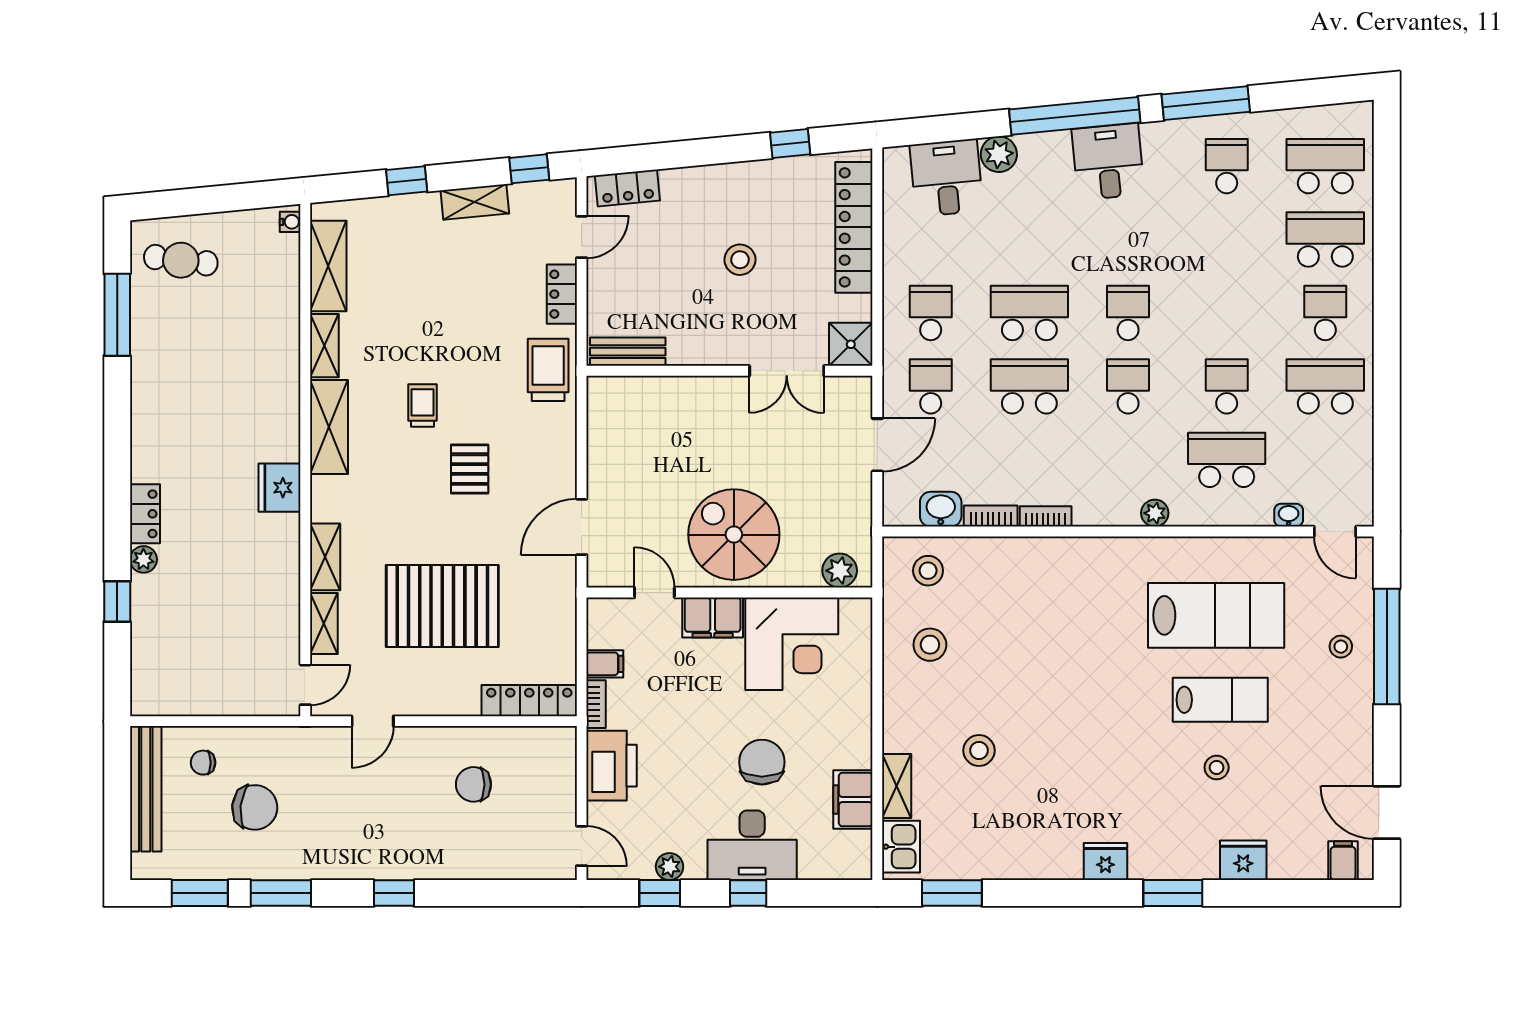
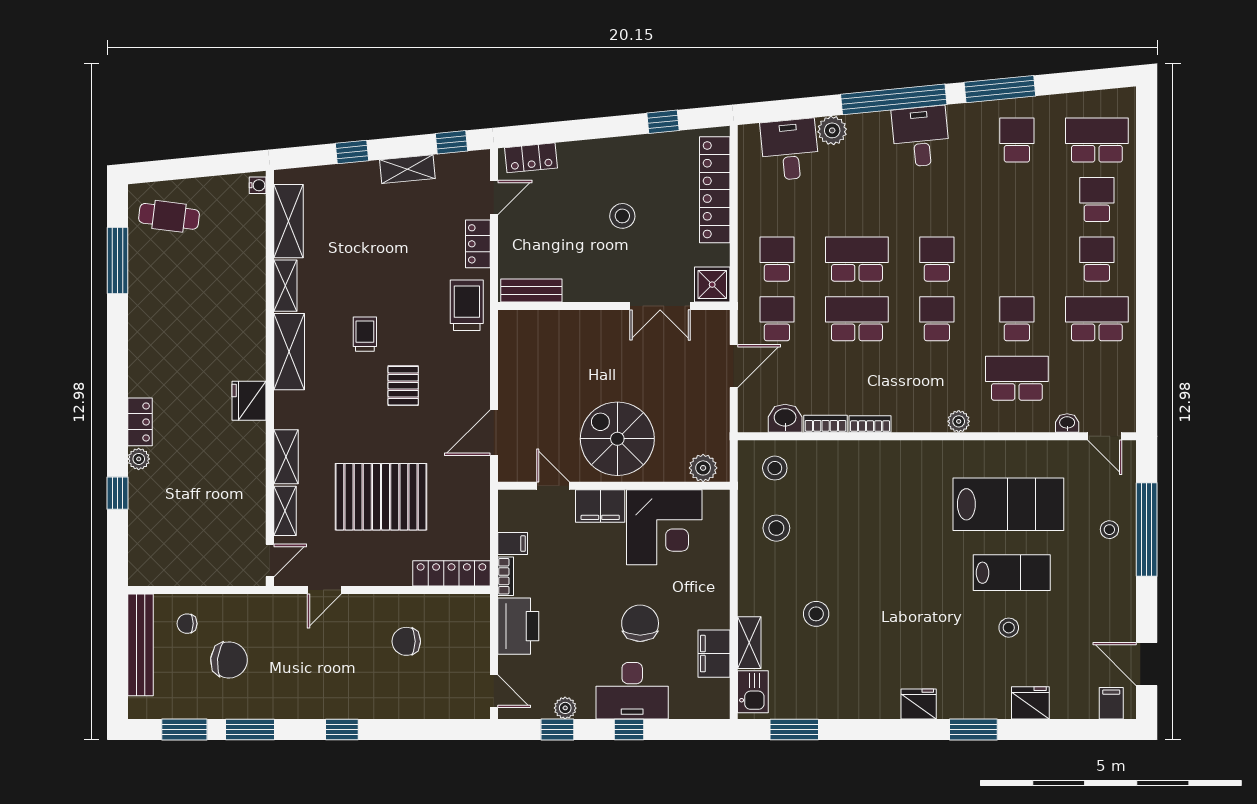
school desk: (1325, 240) -> (1097, 200), width x0.54

